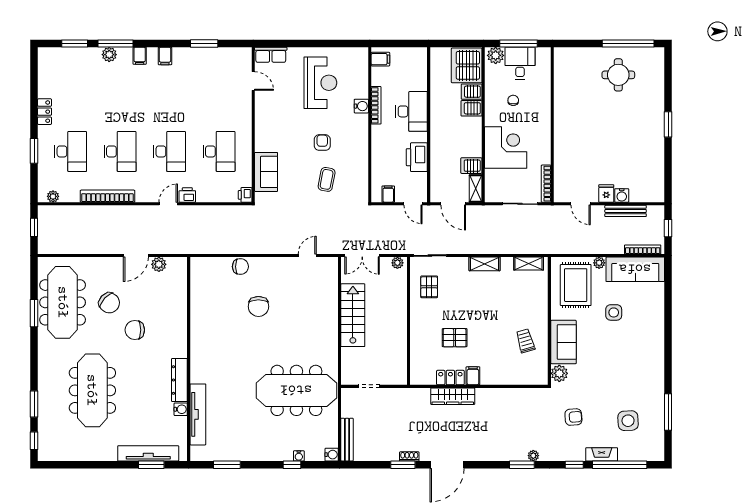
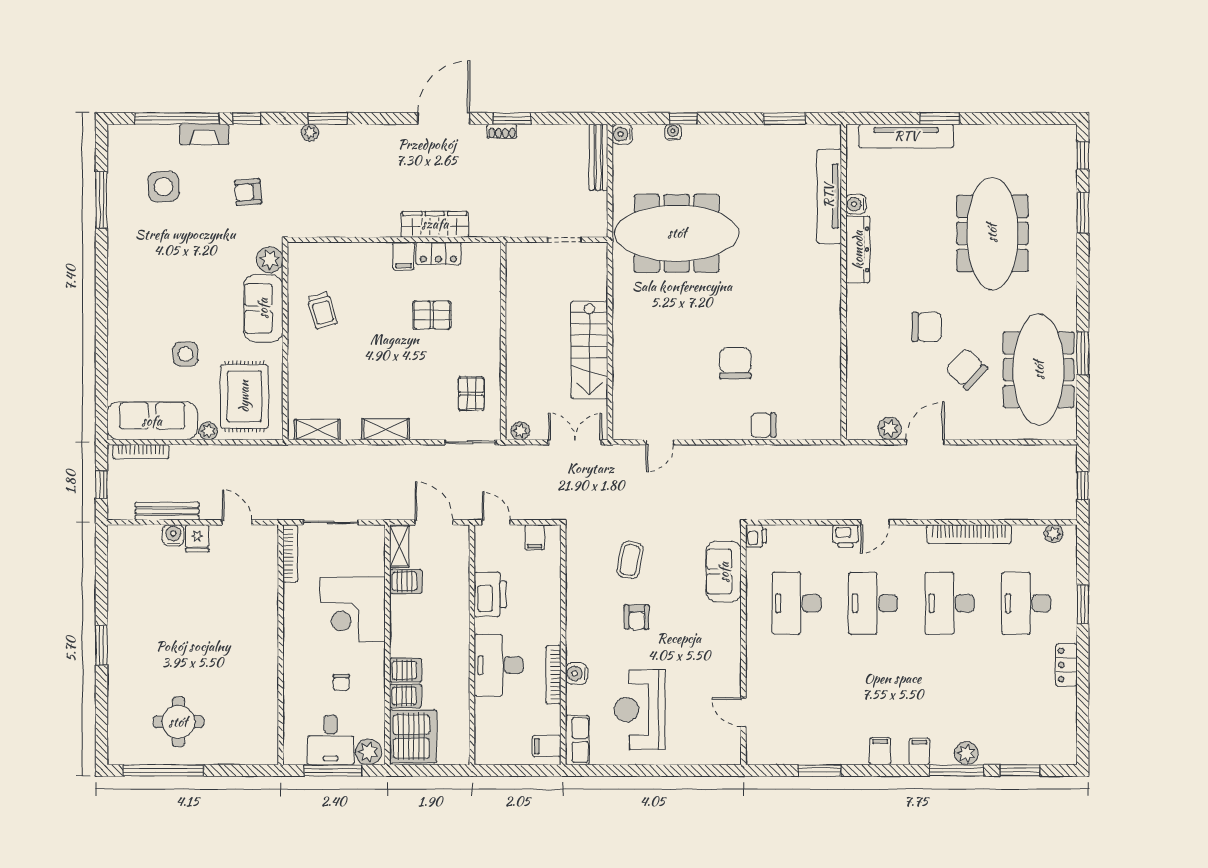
row of seats: (271, 55) -> (577, 740), moved, turned 90
window: (151, 465) -> (940, 118), moved

